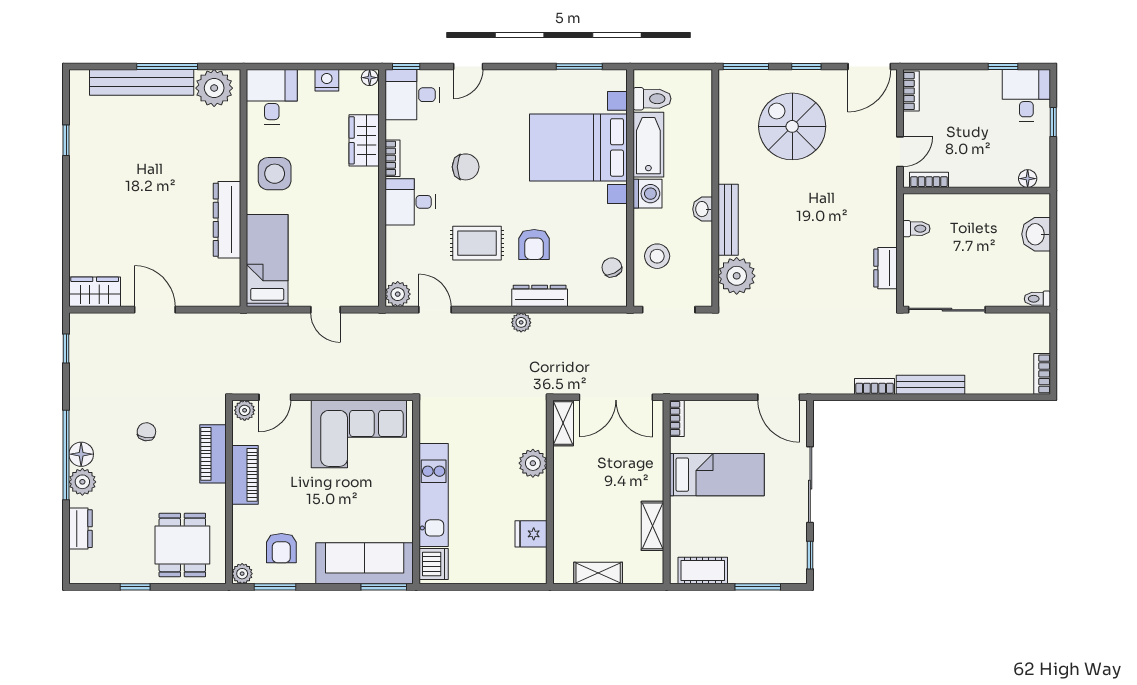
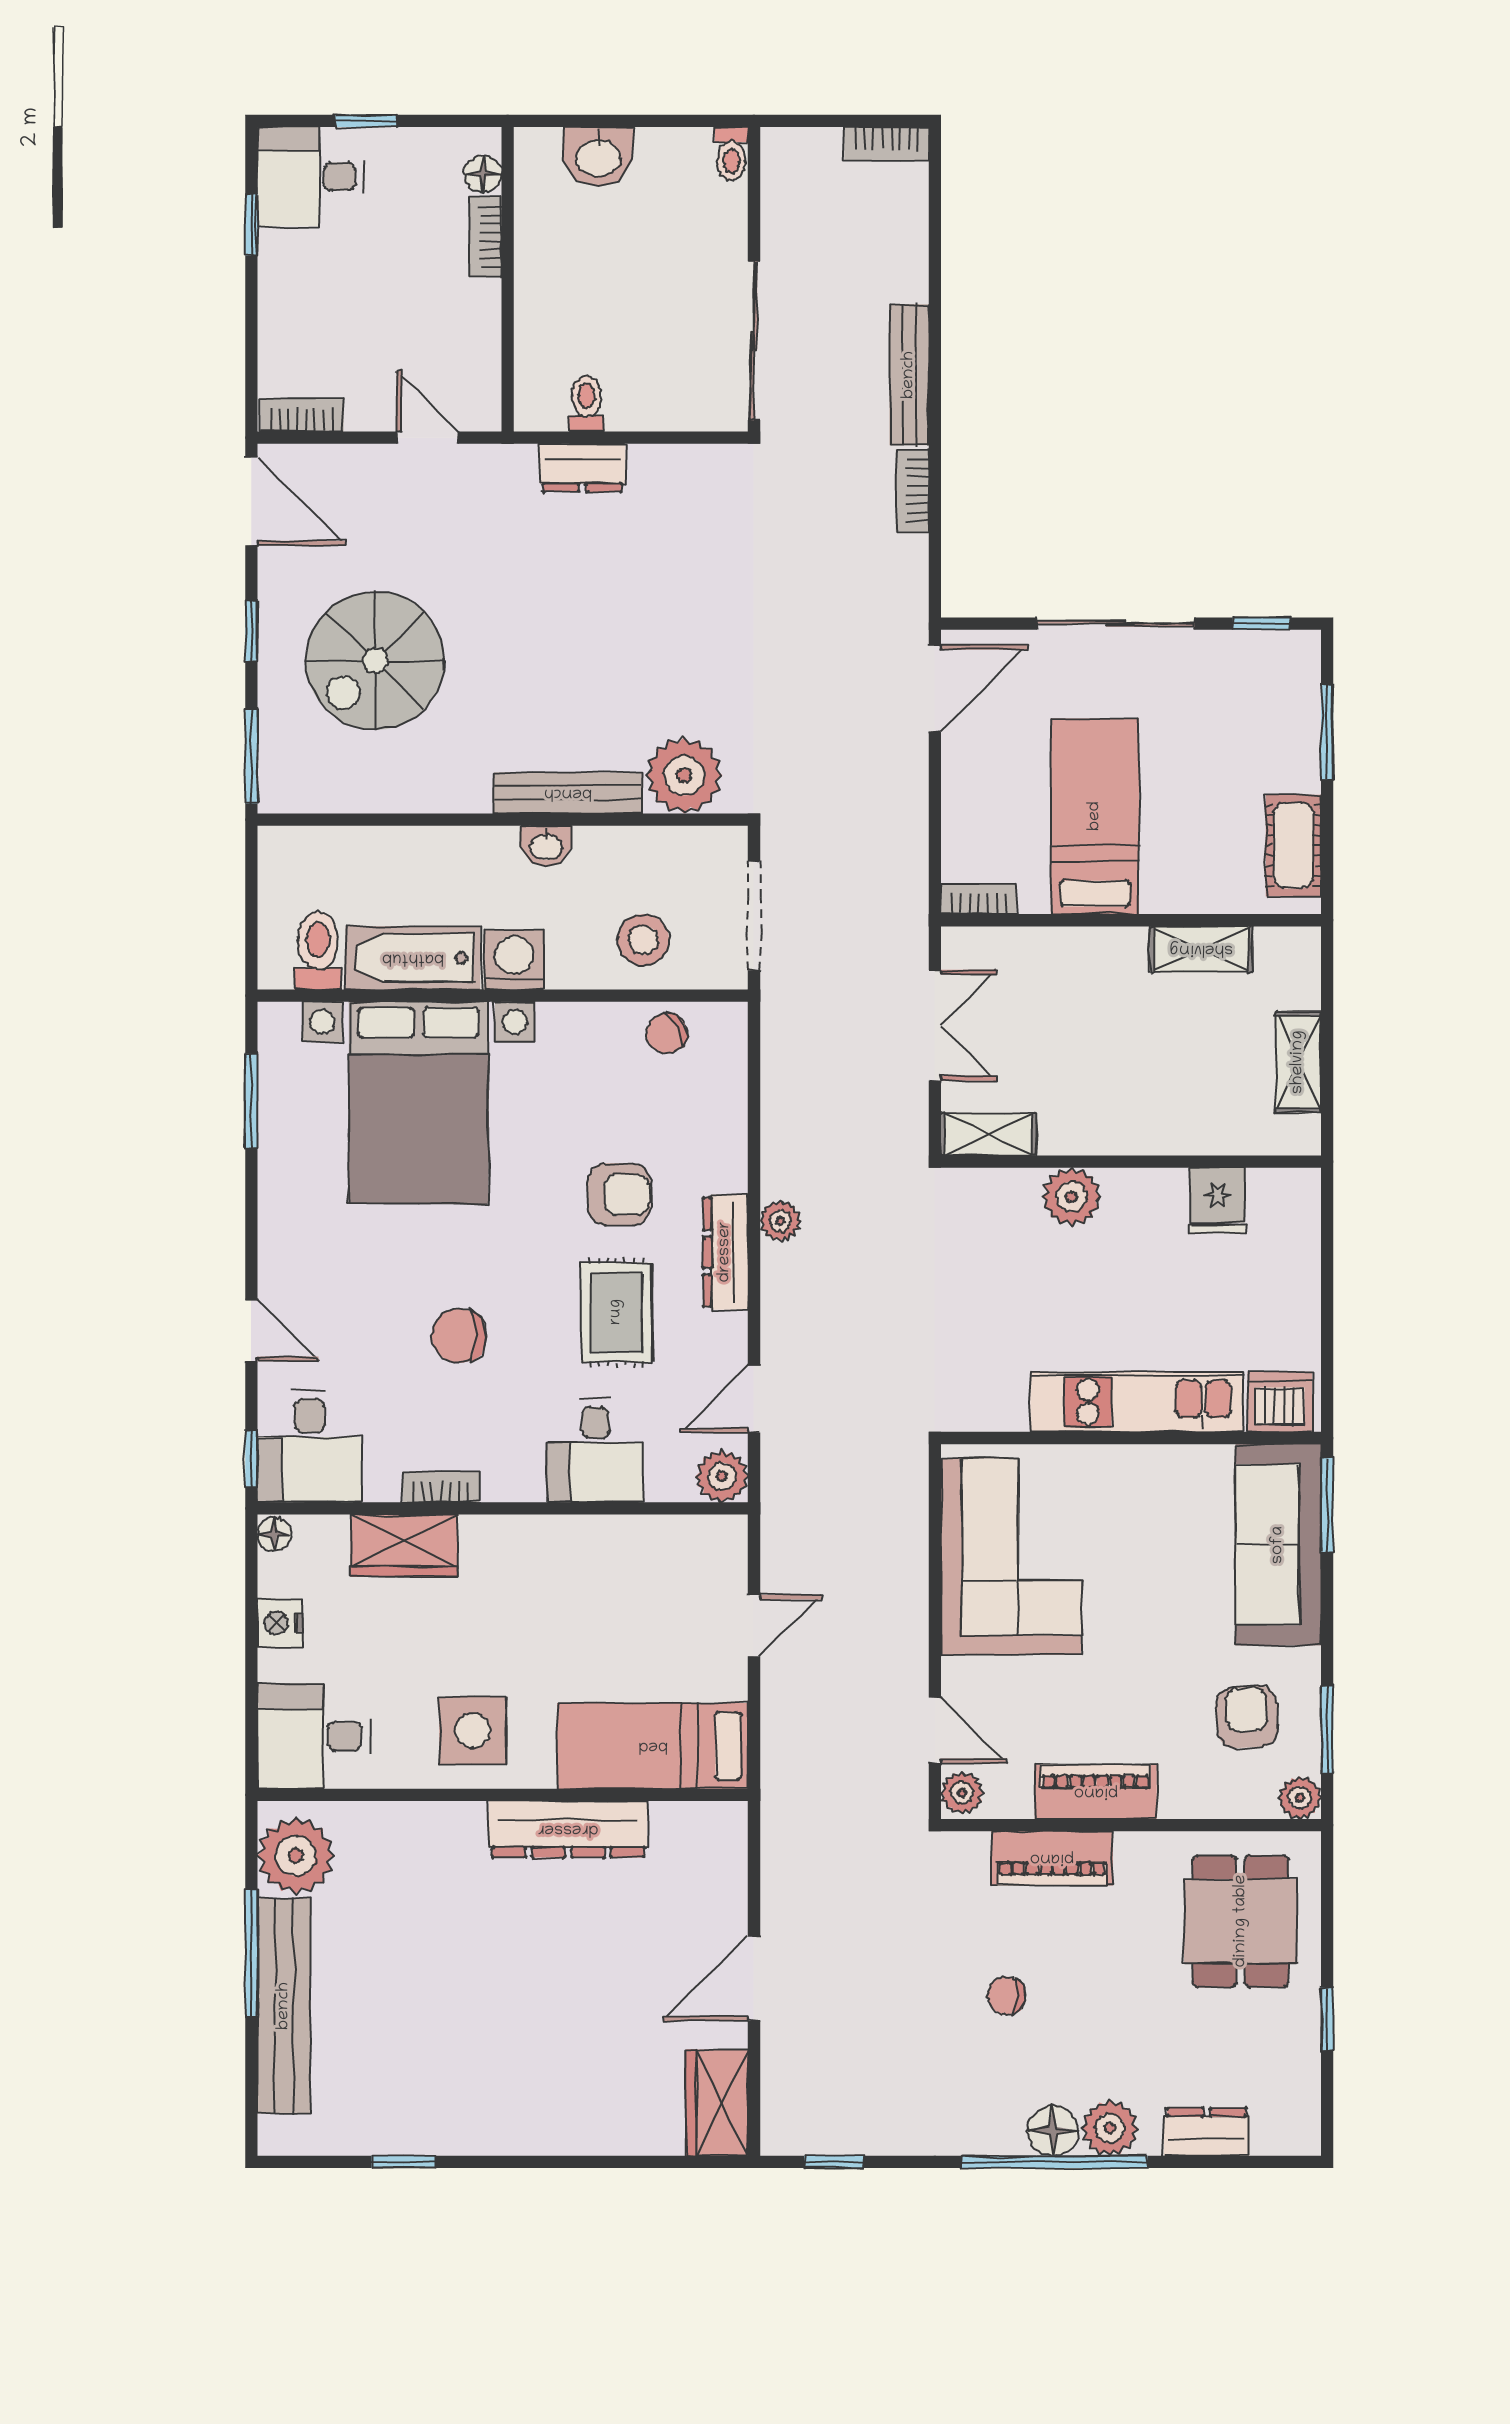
chair: (466, 167) -> (459, 1336), turned -90
bookcase: (929, 180) -> (486, 237), moved
desk: (410, 202) -> (595, 1451), moved
dresser: (885, 268) -> (582, 468), moved
dresser: (540, 296) -> (725, 1252), moved
double door: (616, 397) -> (935, 1025), width x0.73
dining table: (182, 545) -> (1241, 1921), turned 90
armchair: (281, 548) -> (1247, 1717), turned -94

